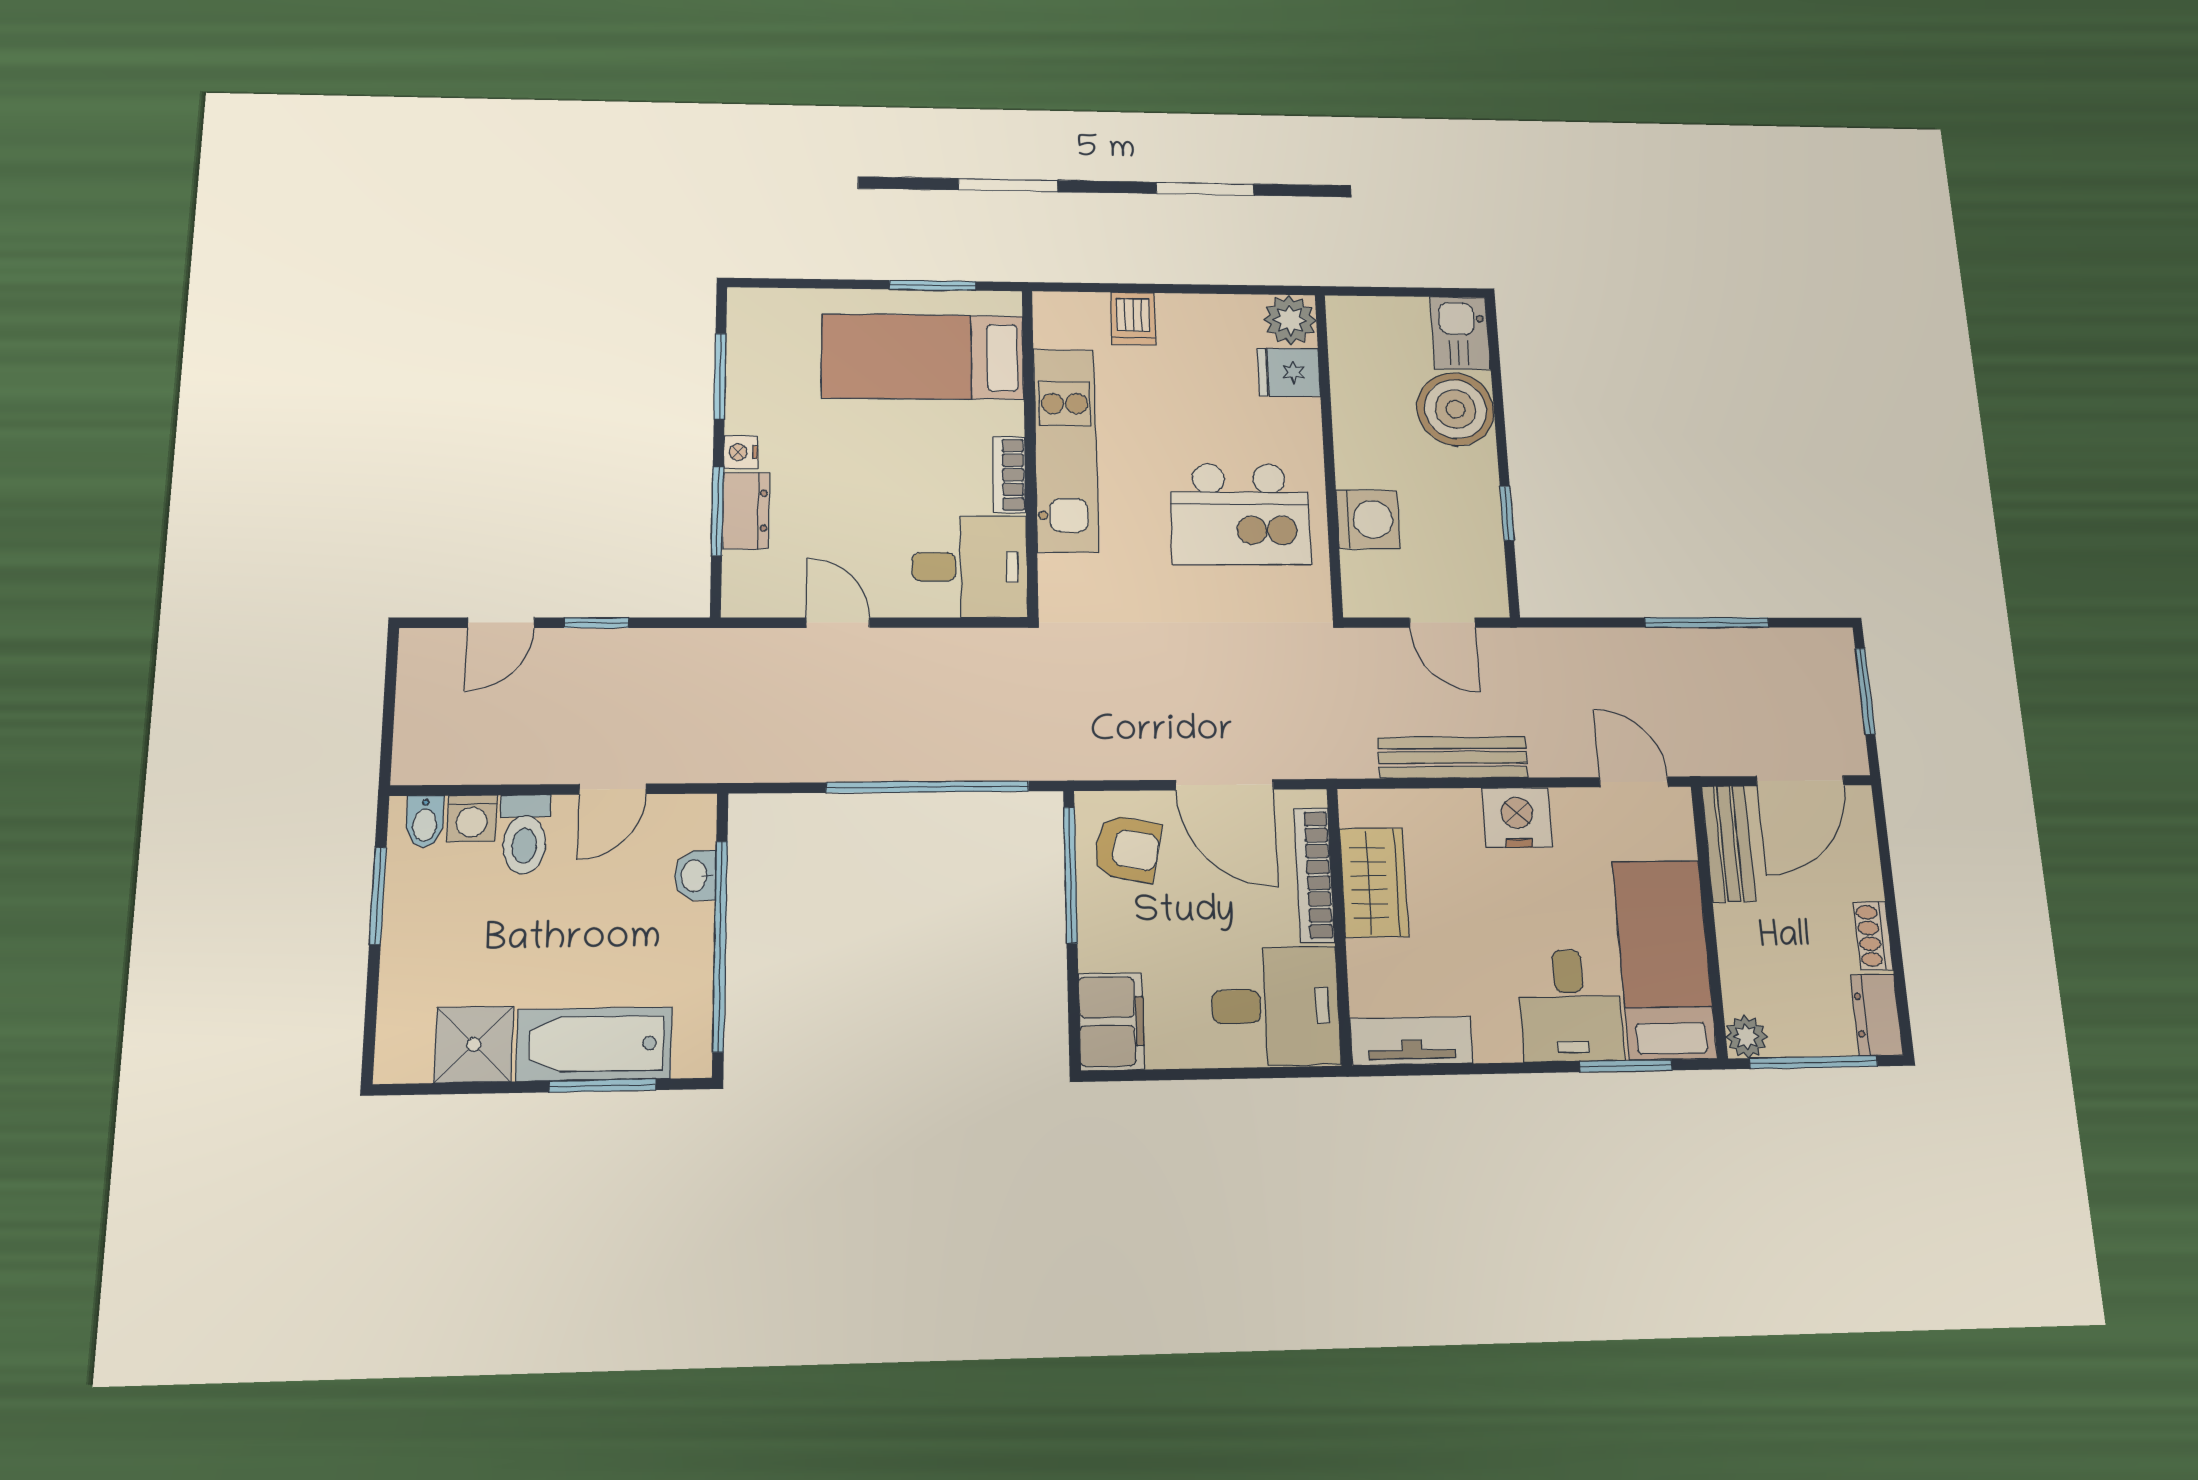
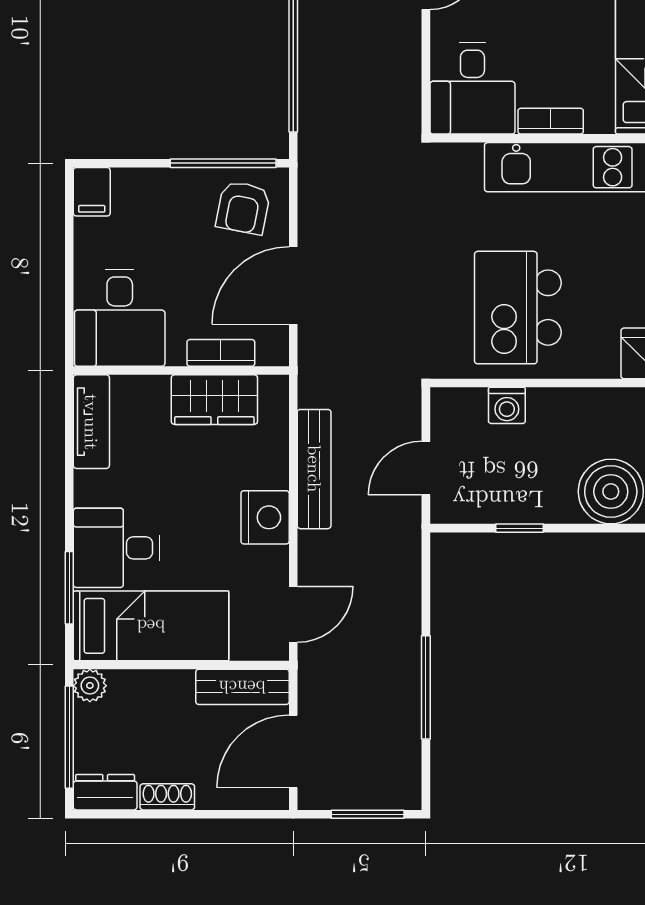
washing machine: (1368, 519) -> (507, 405), width x0.73, depth x0.73
door: (1800, 781) -> (293, 751), hinge flipped
bookcase: (1314, 875) -> (221, 353), width x0.64
filing cabinet: (1111, 1021) -> (92, 192), width x0.50

